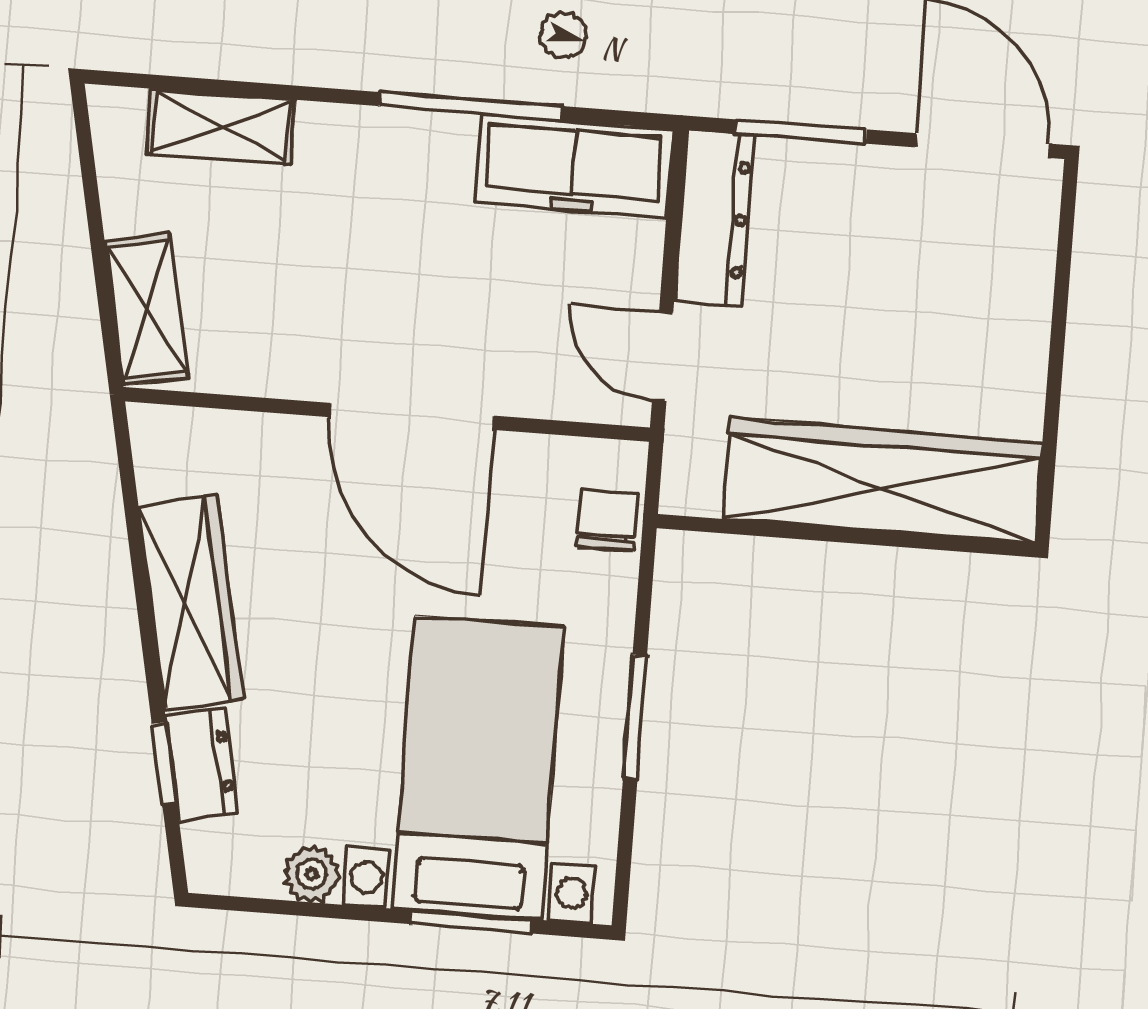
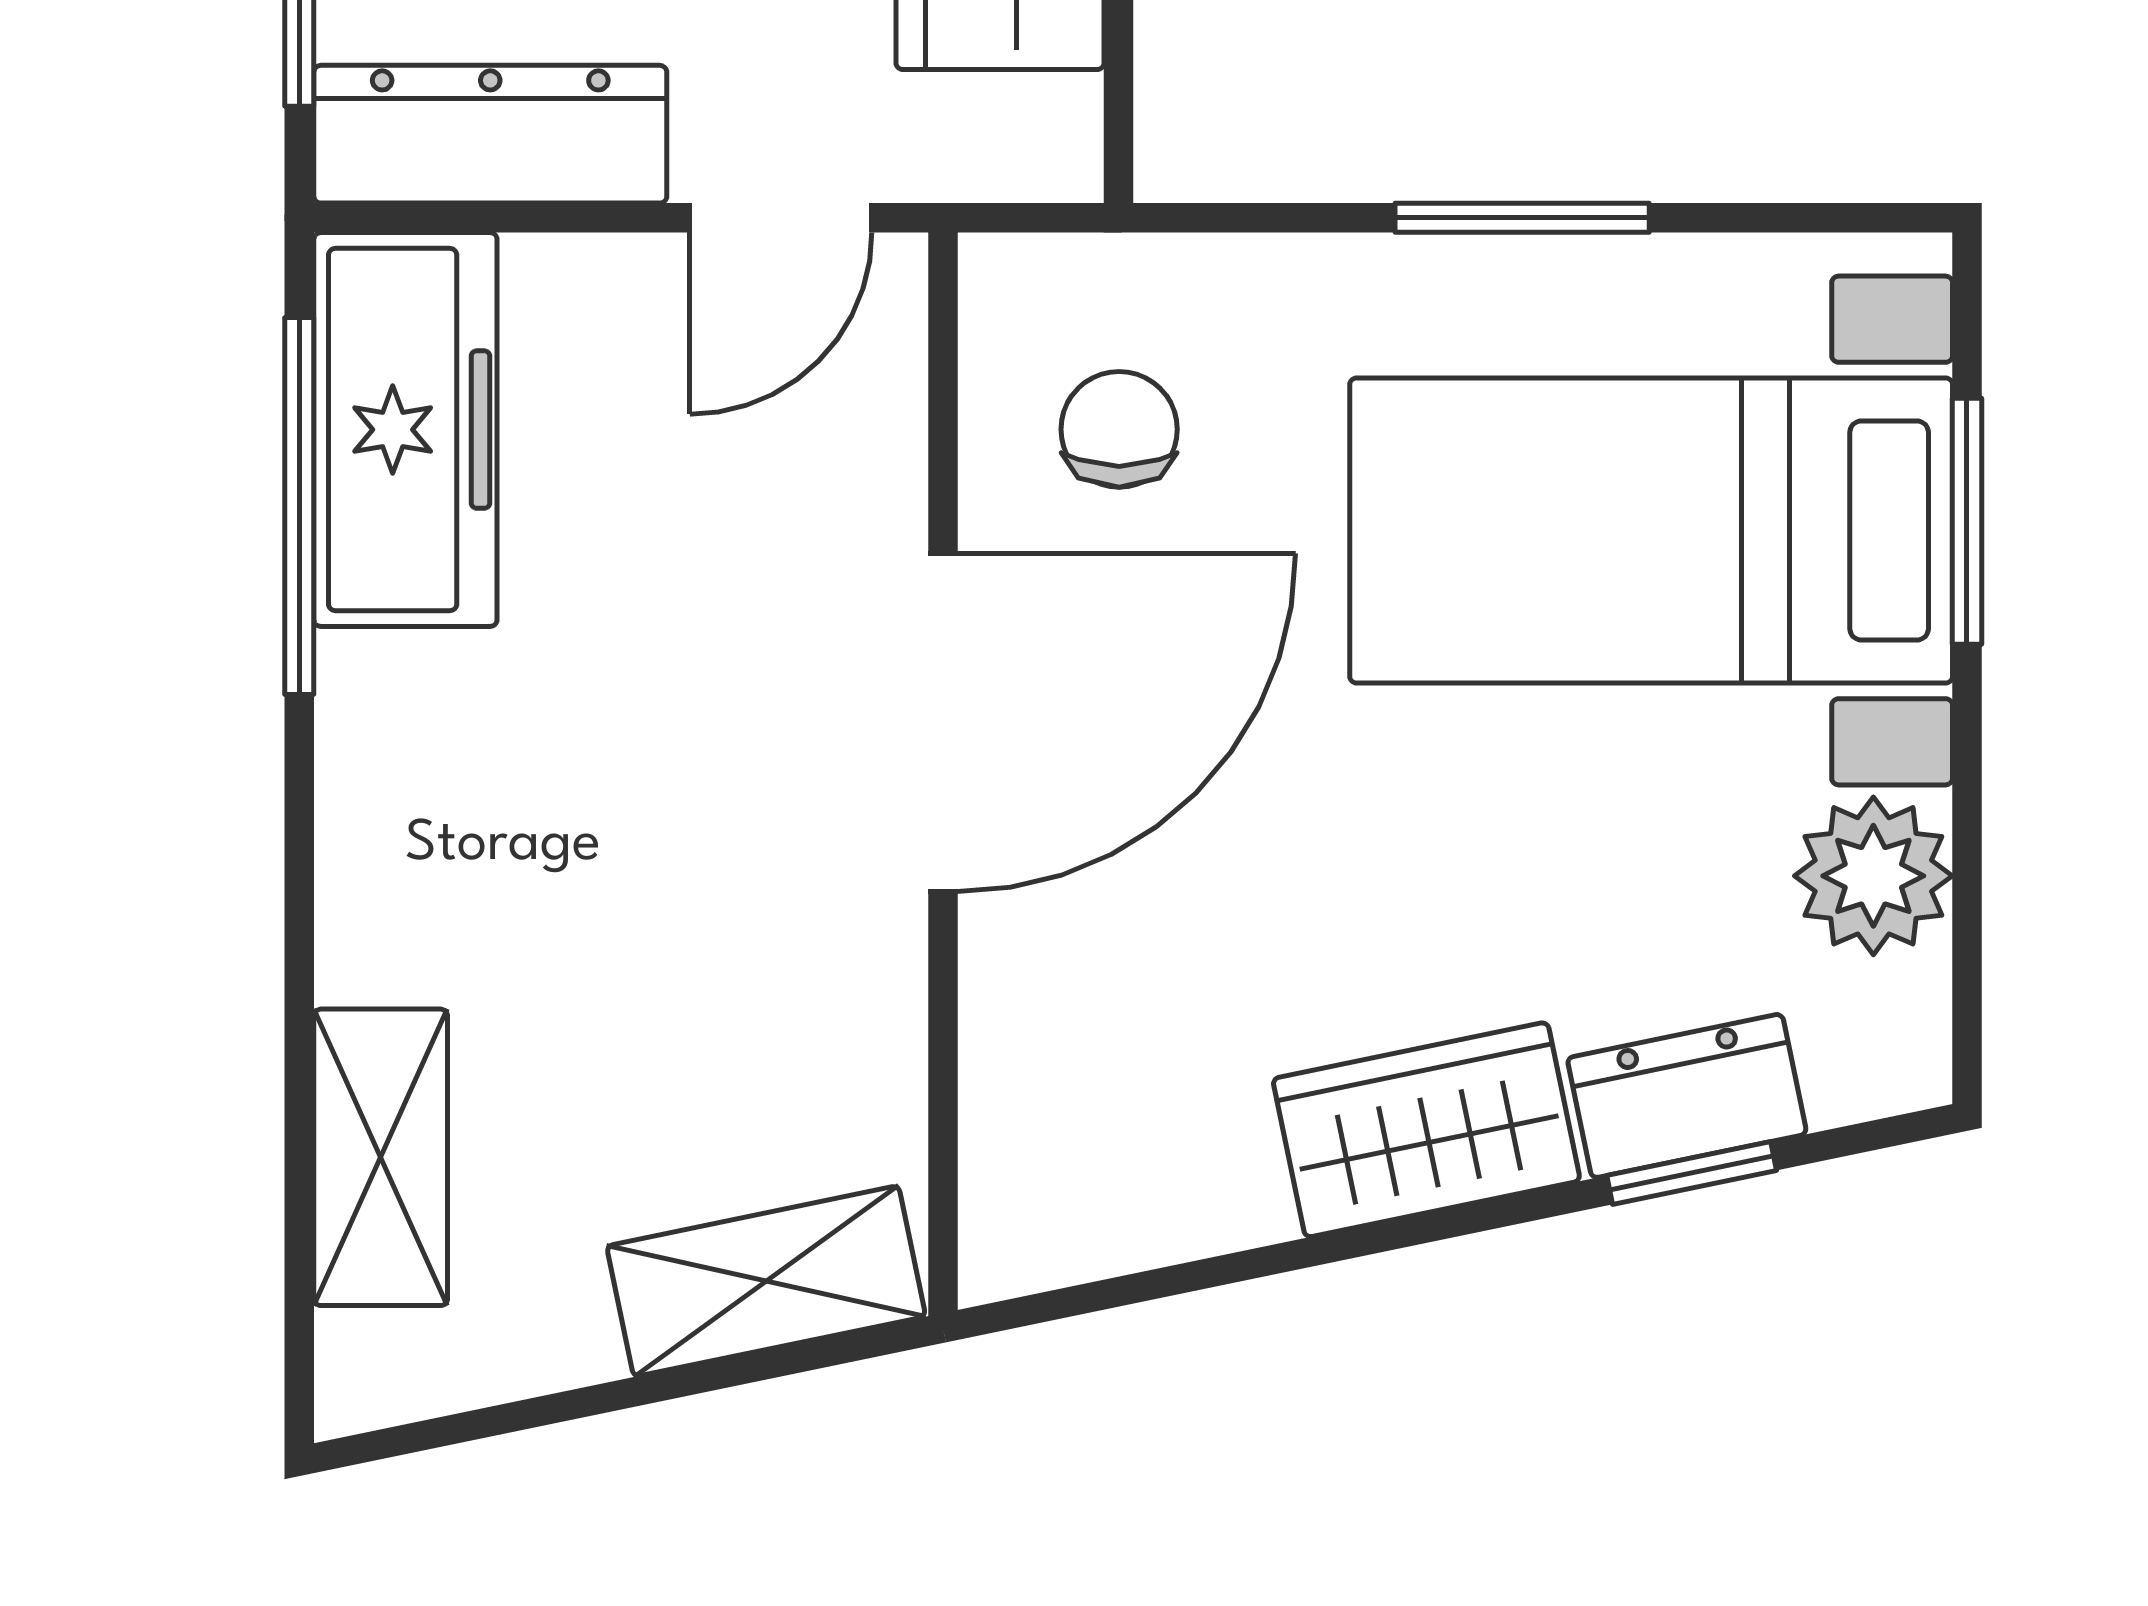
window: (471, 106) -> (299, 506), moved
chair: (607, 520) -> (1119, 429), moved, turned 90
wardrobe: (191, 602) -> (1426, 1130), width x0.67
plant: (312, 874) -> (1873, 876), width x1.38, depth x1.38

